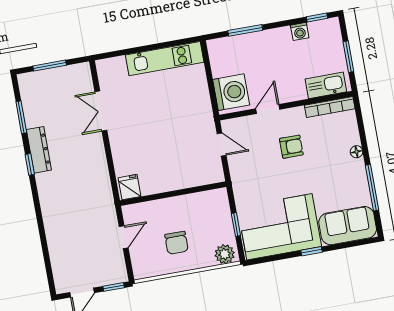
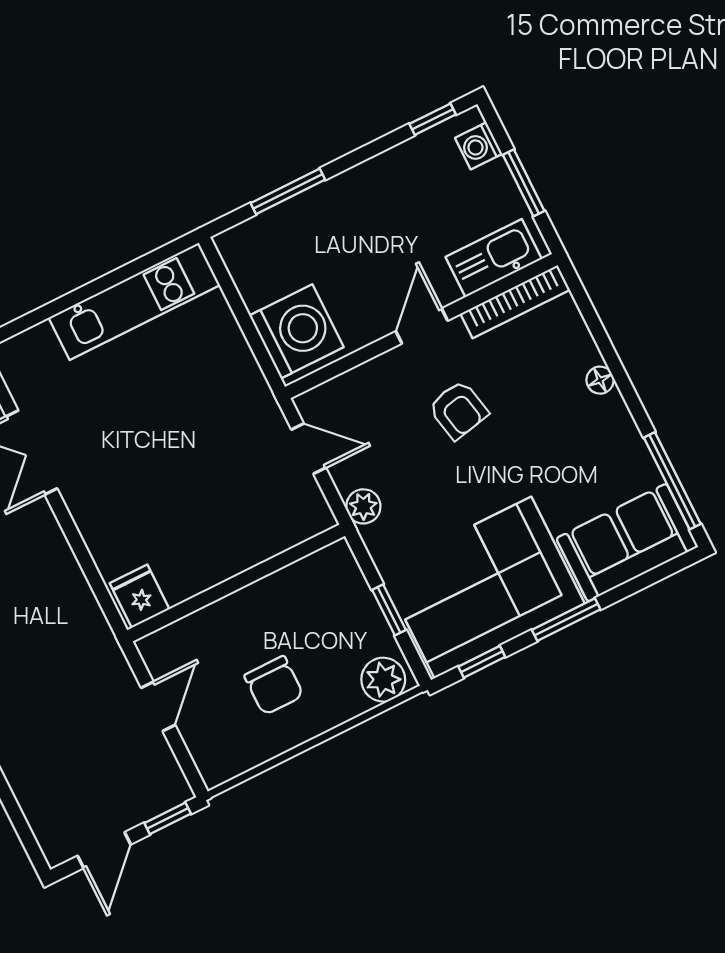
washing machine: (300, 31) -> (479, 146), moved, turned 90
door: (268, 109) -> (422, 326), moved
armchair: (291, 147) -> (458, 410), turned 78
plant: (238, 176) -> (363, 506), added
window: (372, 188) -> (672, 481), moved
window: (311, 251) -> (566, 620), width x1.50
window: (270, 259) -> (482, 662), added

